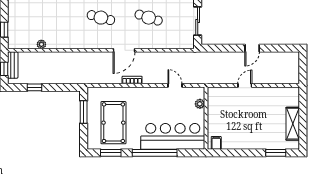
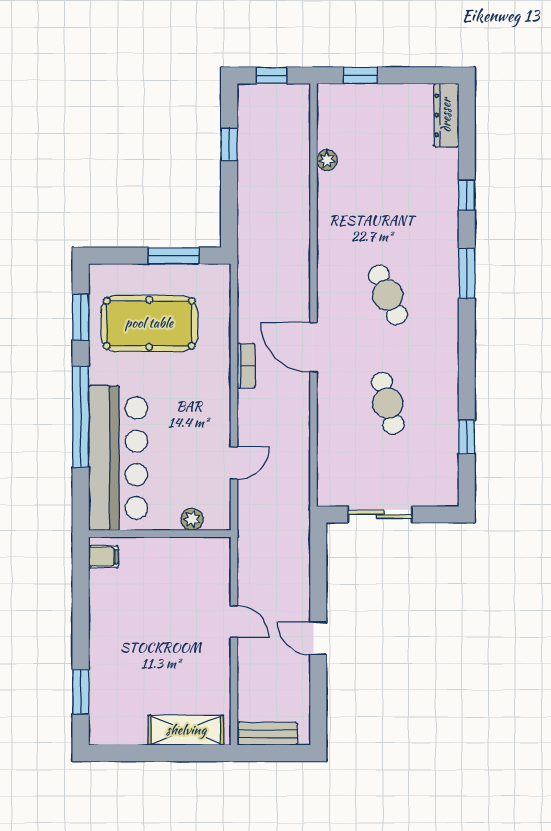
cafe table: (101, 18) -> (388, 295), turned -39
cafe table: (149, 18) -> (388, 403), turned -33
bench: (13, 65) -> (267, 734), moved
shelving: (293, 124) -> (186, 730), moved

